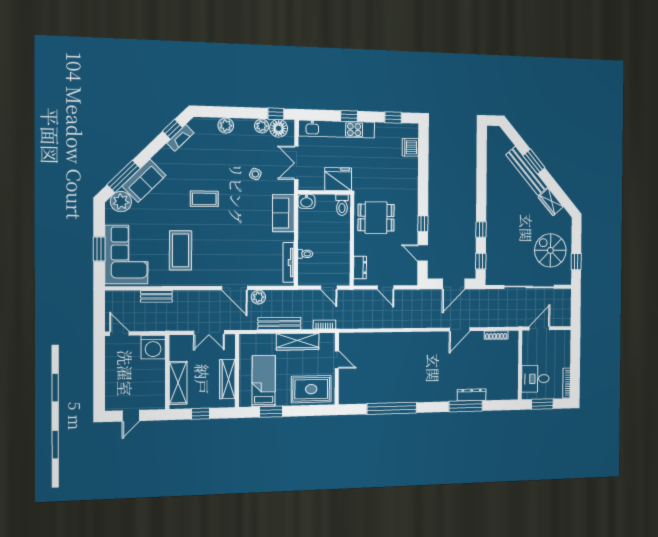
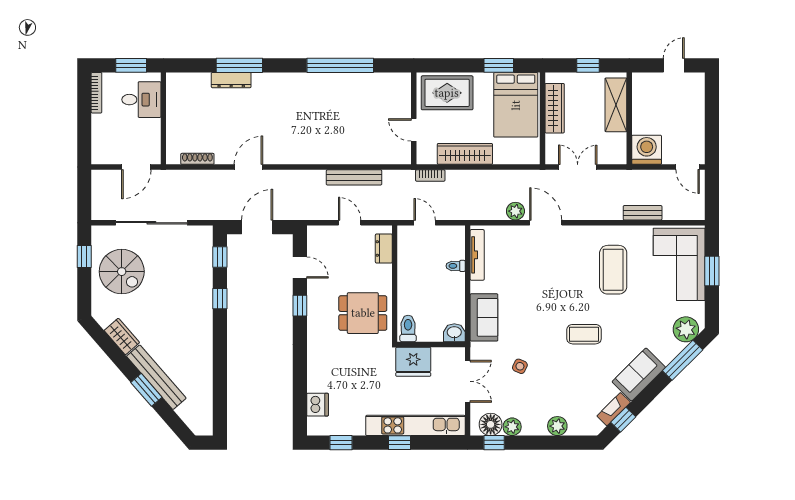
sofa: (144, 181) -> (639, 374), moved
bench: (279, 323) -> (354, 177), moved
bed: (264, 381) -> (516, 105), width x1.50

